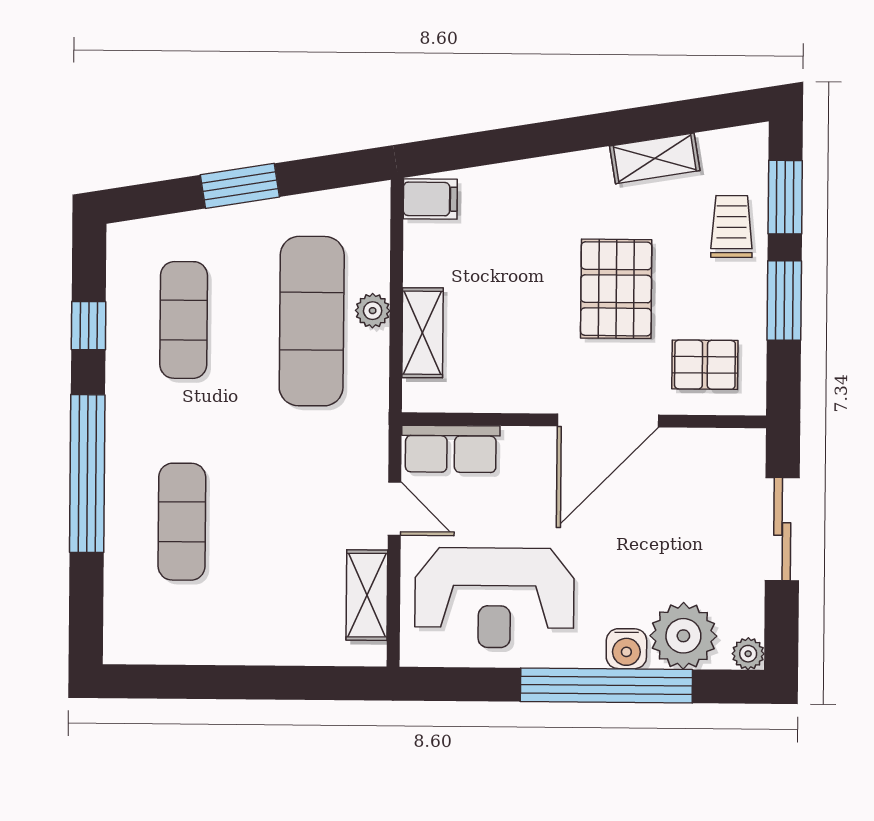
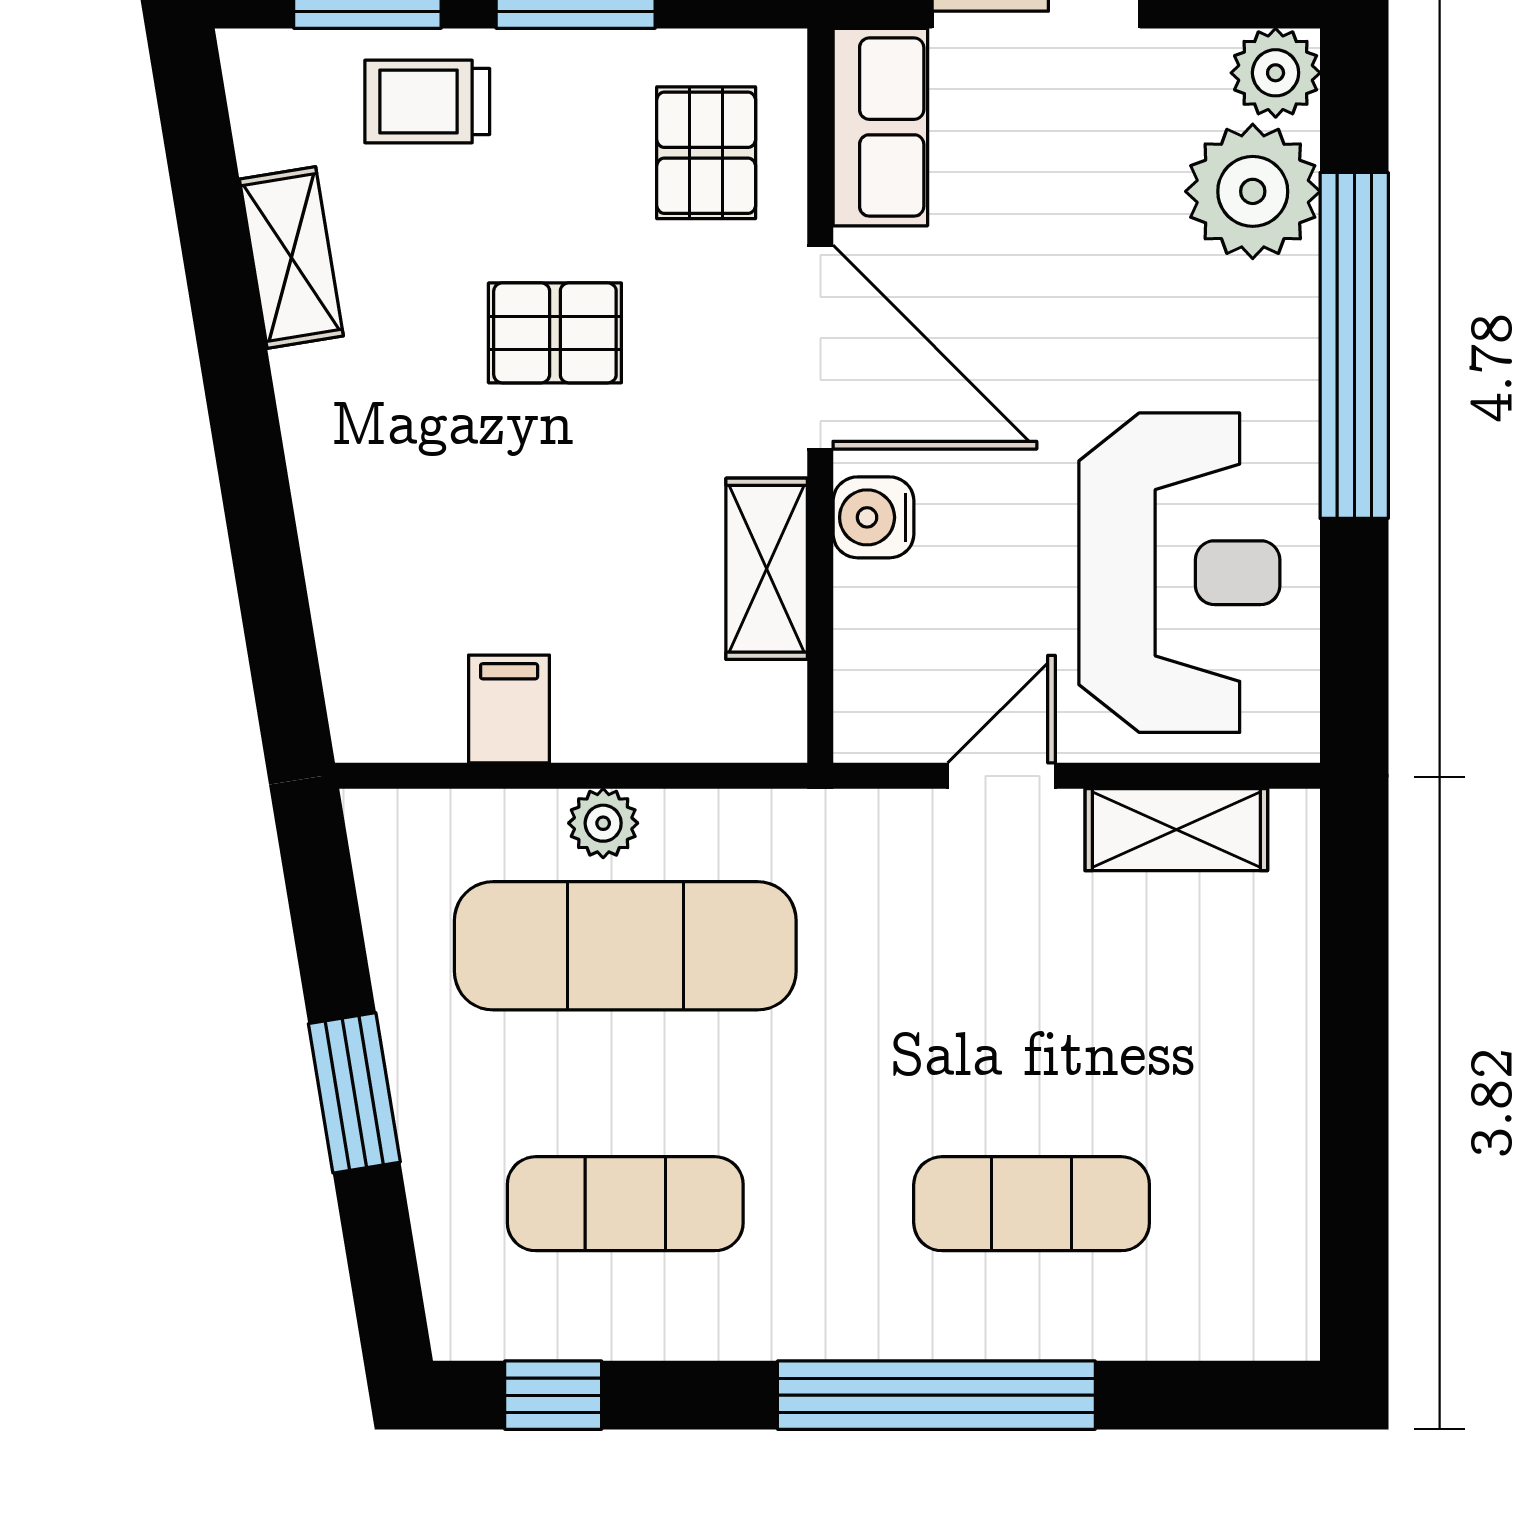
filing cabinet: (430, 199) -> (509, 709), moved
pallet: (616, 289) -> (555, 333), width x0.67, depth x0.71
window: (89, 326) -> (553, 1395), moved
shelving: (423, 333) -> (767, 569), moved, turned 90
row of seats: (451, 449) -> (880, 127), moved
water cooler: (626, 649) -> (874, 517), moved, turned 180
plant: (748, 654) -> (1276, 73), width x1.38, depth x1.38

